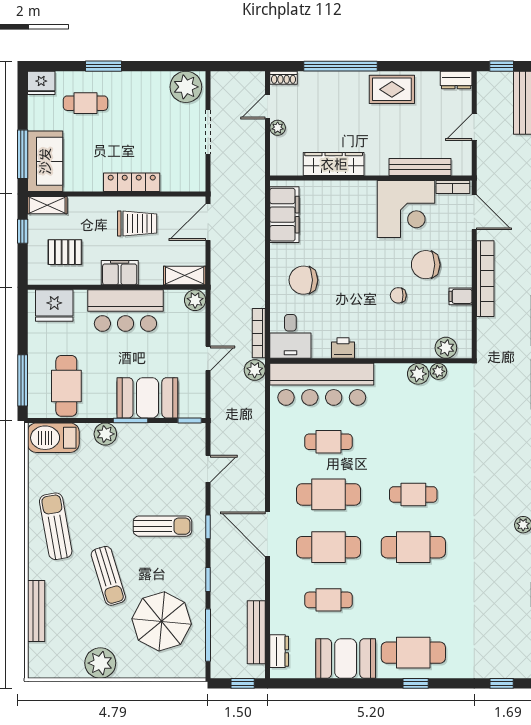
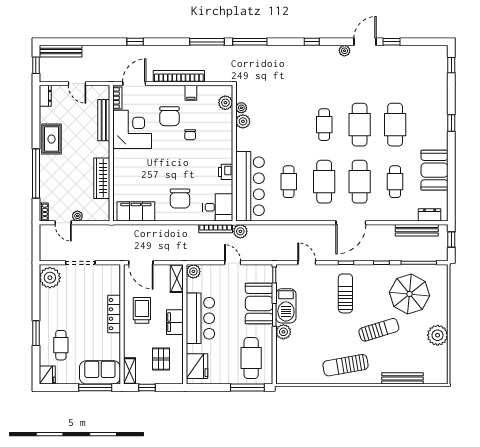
cafe table: (66, 386) -> (251, 358), turned 90
barbecue: (53, 438) -> (286, 306), moved
cafe table: (413, 653) -> (395, 125), moved

